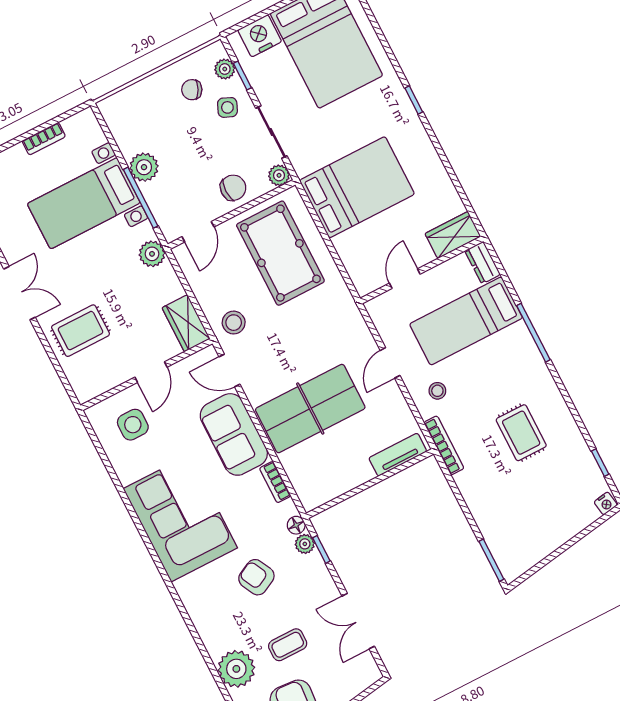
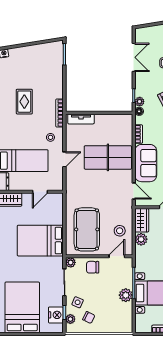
nightstand: (260, 36) -> (56, 315), moved, turned -90
plant: (152, 254) -> (141, 239), moved
stool: (234, 323) -> (120, 231), moved

